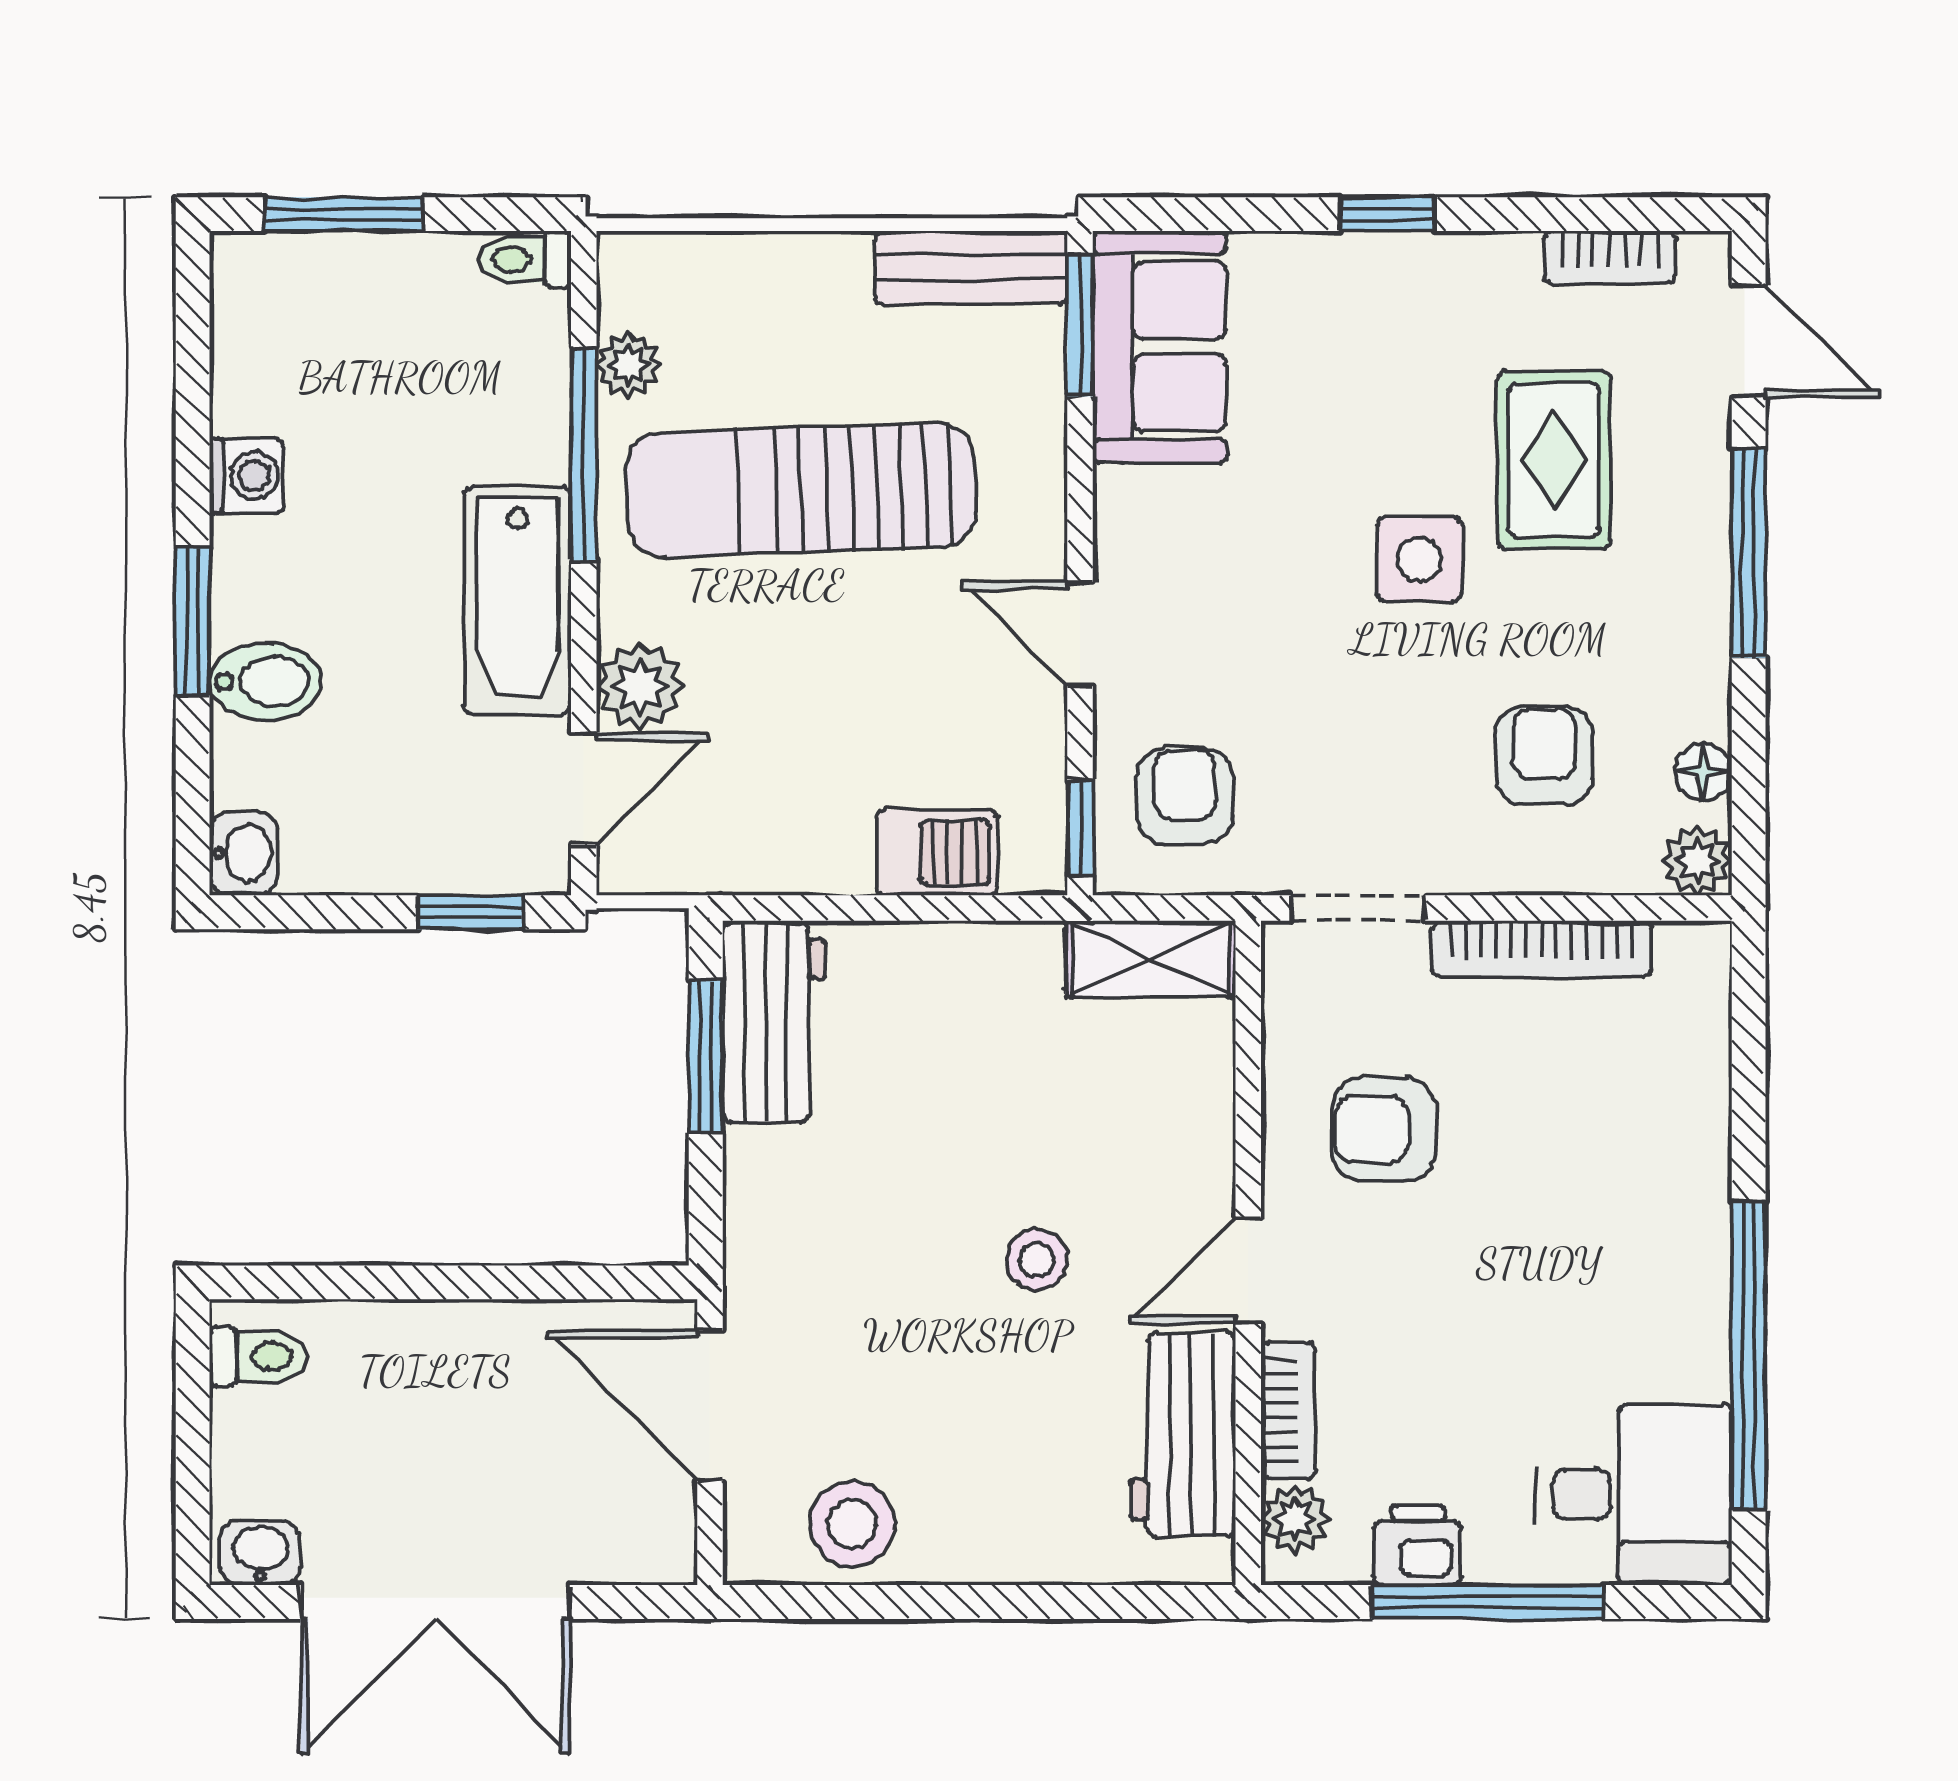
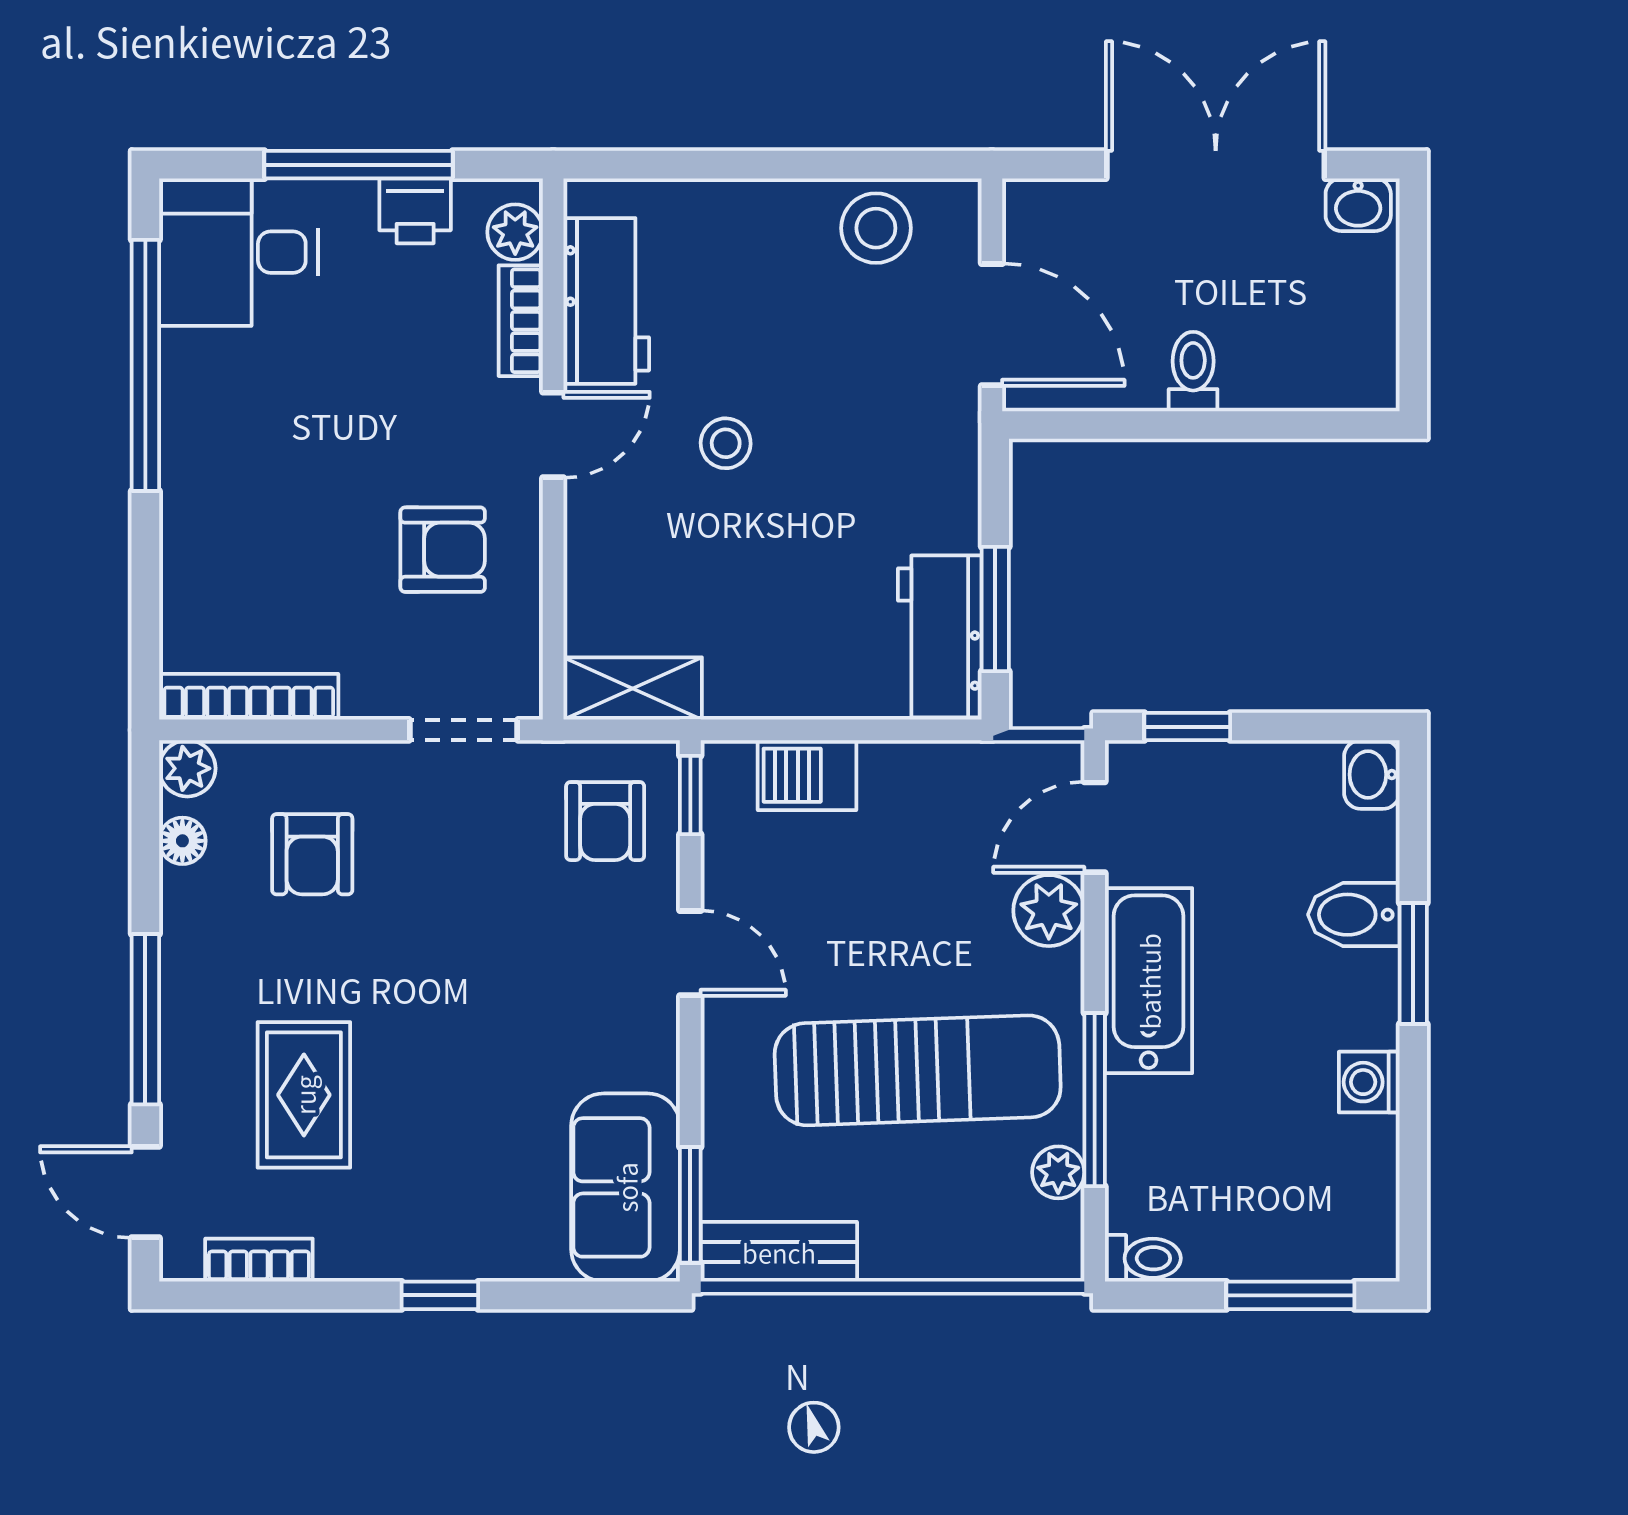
side table: (1419, 559) -> (414, 1014), removed
bookcase: (1542, 949) -> (249, 697), moved
toilet: (258, 1356) -> (1193, 372), moved, turned 90

